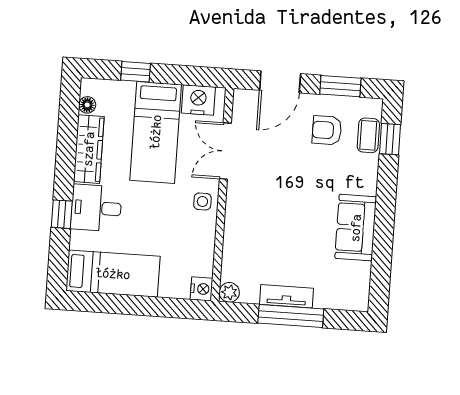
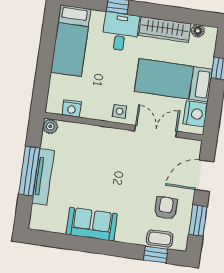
door: (280, 82) -> (204, 176), hinge flipped
nightstand: (202, 289) -> (72, 108), moved
tv unit: (287, 296) -> (43, 177), width x1.41

